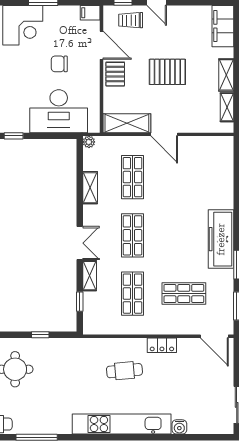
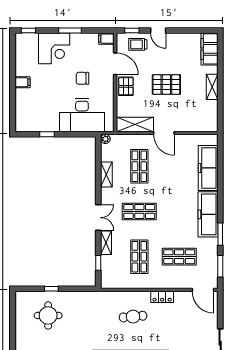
shelving: (227, 107) -> (213, 112), removed
freezer: (221, 179) -> (208, 168), added
shop shelf: (133, 235) -> (139, 211), turned 90
window: (40, 335) -> (51, 289), moved

